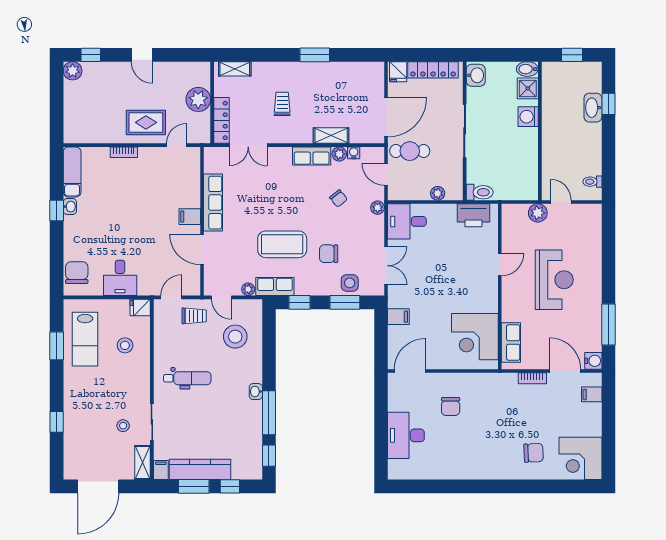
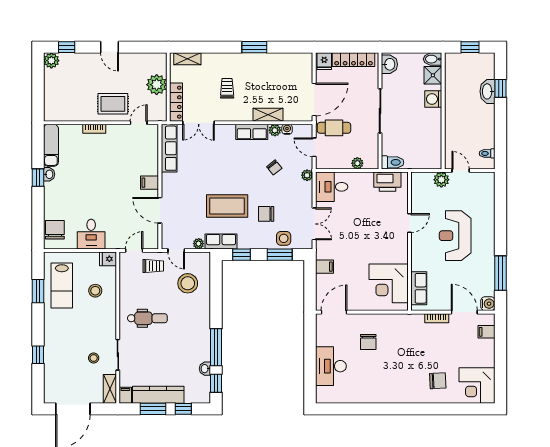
row of seats: (213, 203) -> (169, 148), moved
reception desk: (554, 280) -> (455, 236), turned 180
washbasin: (256, 392) -> (205, 369), moved

